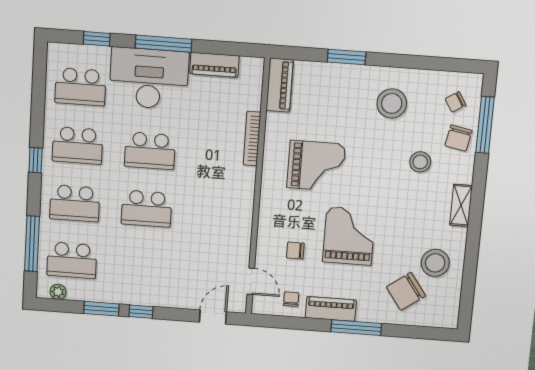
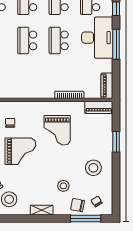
piano: (214, 65) -> (107, 86), moved

